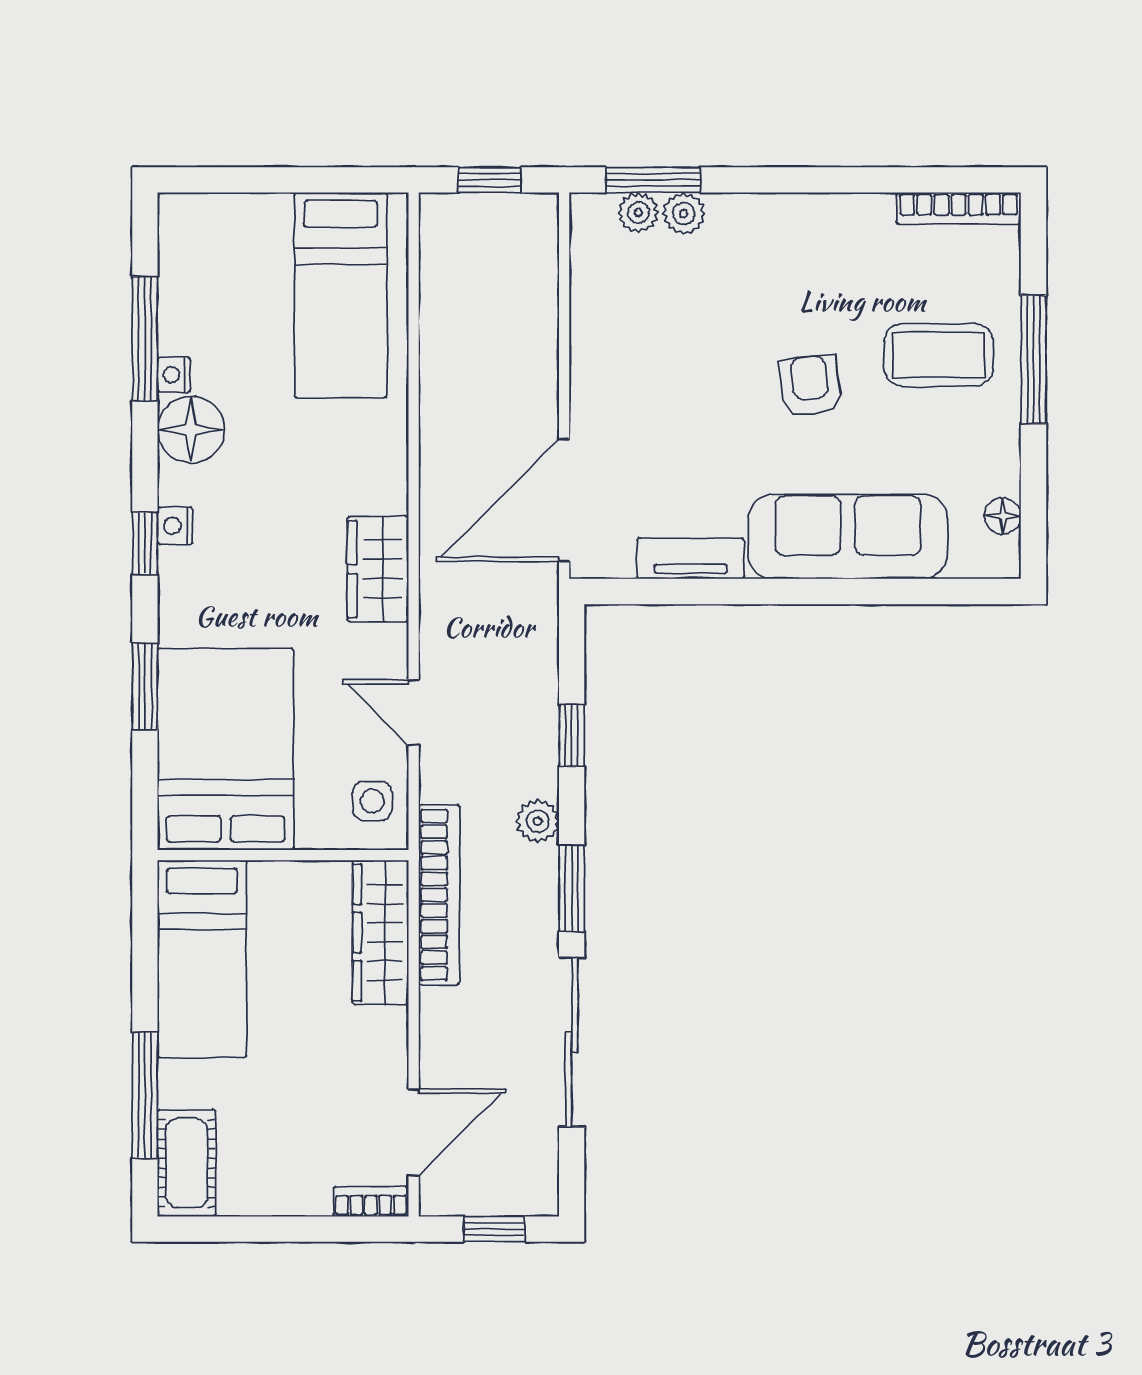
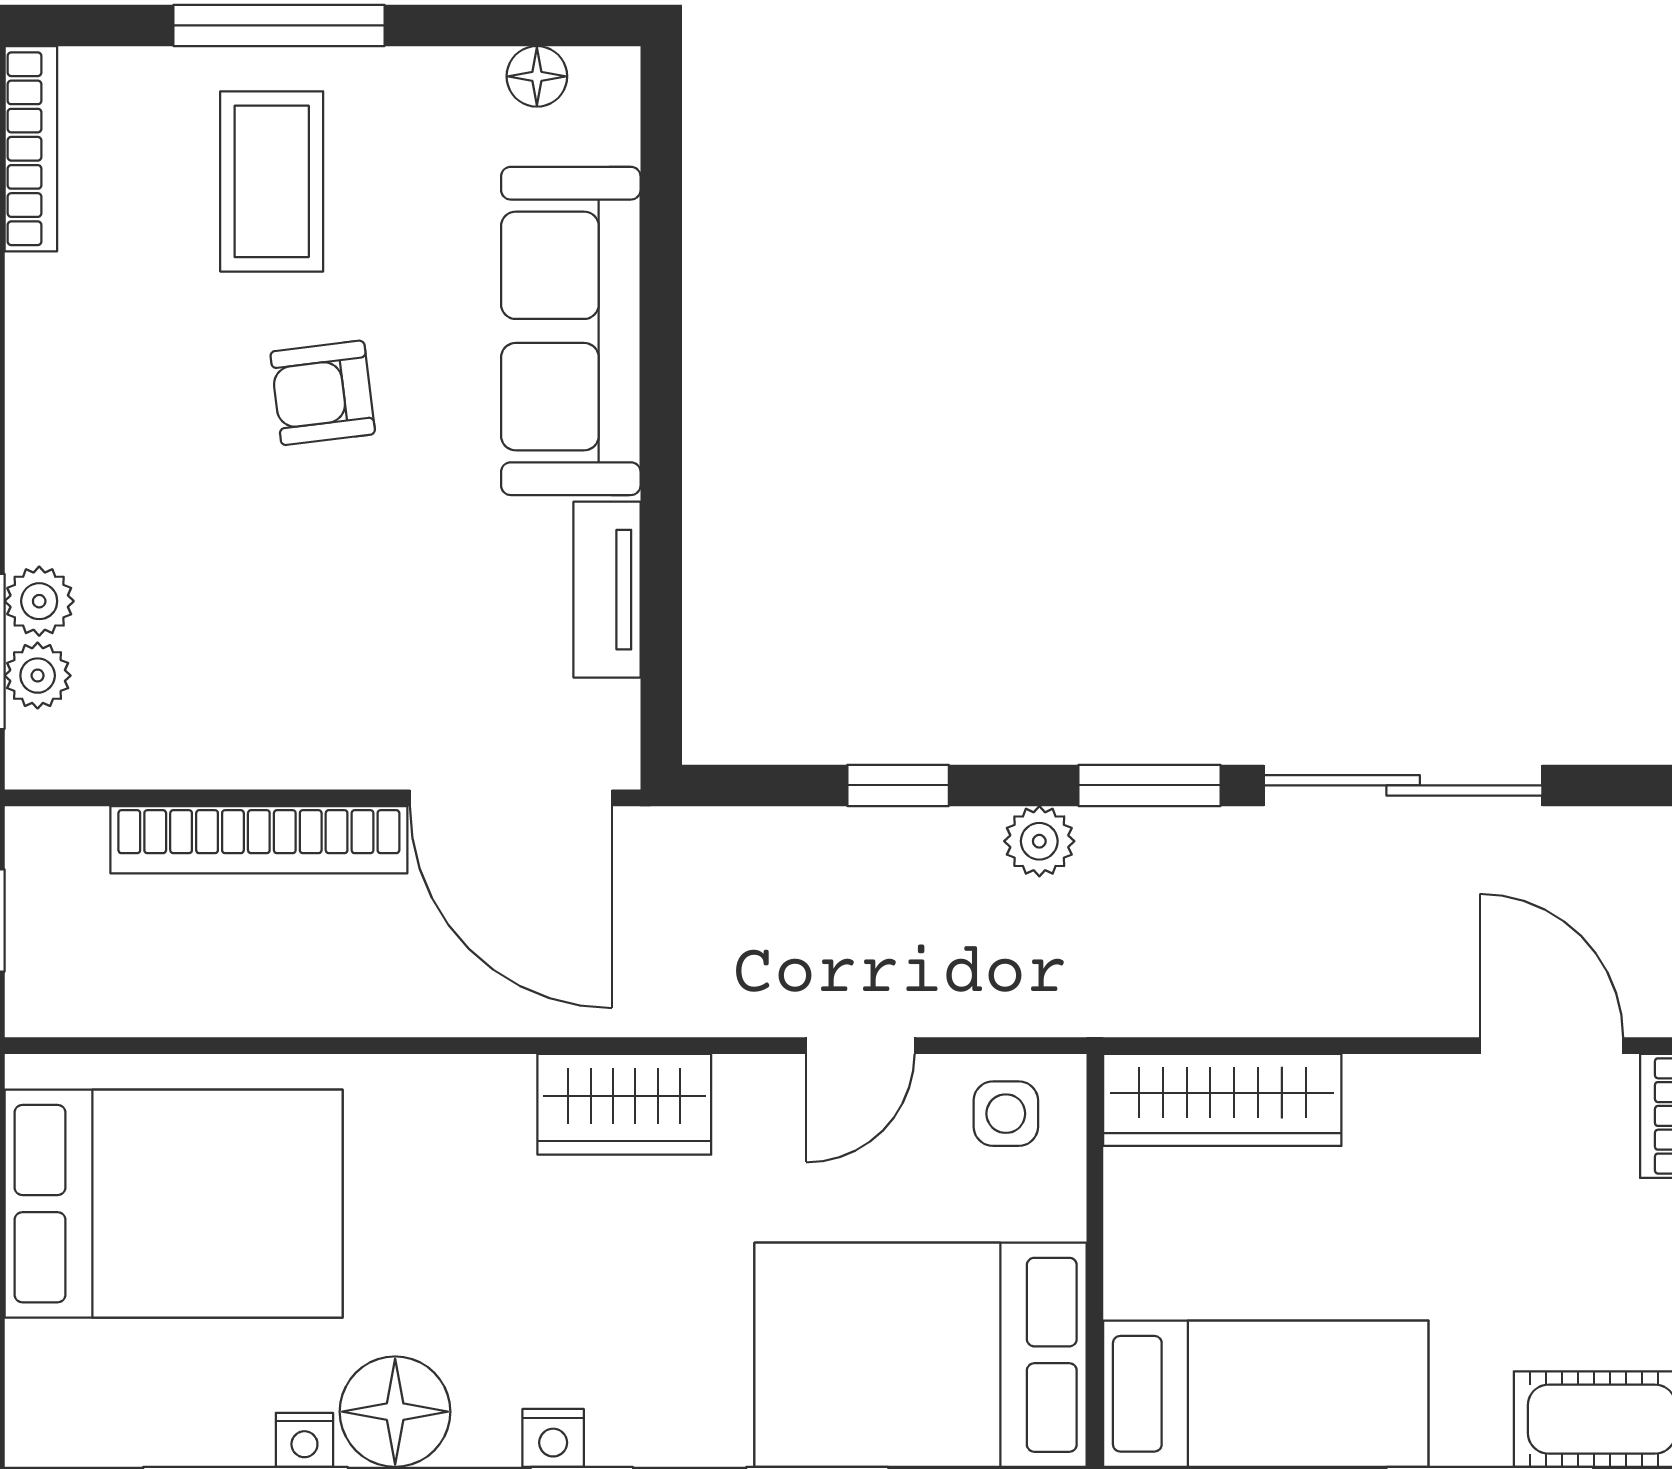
bed: (341, 295) -> (174, 1204), width x1.50
bookcase: (439, 895) -> (259, 840), moved, turned 180

